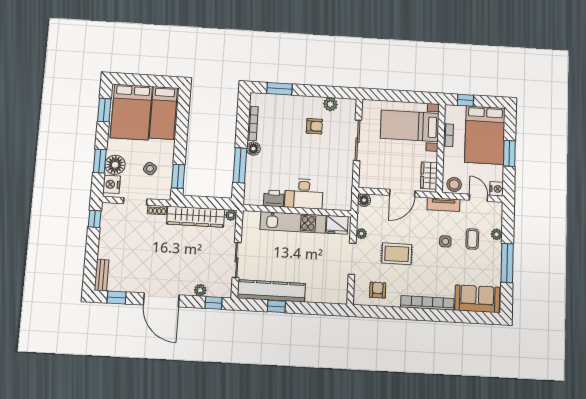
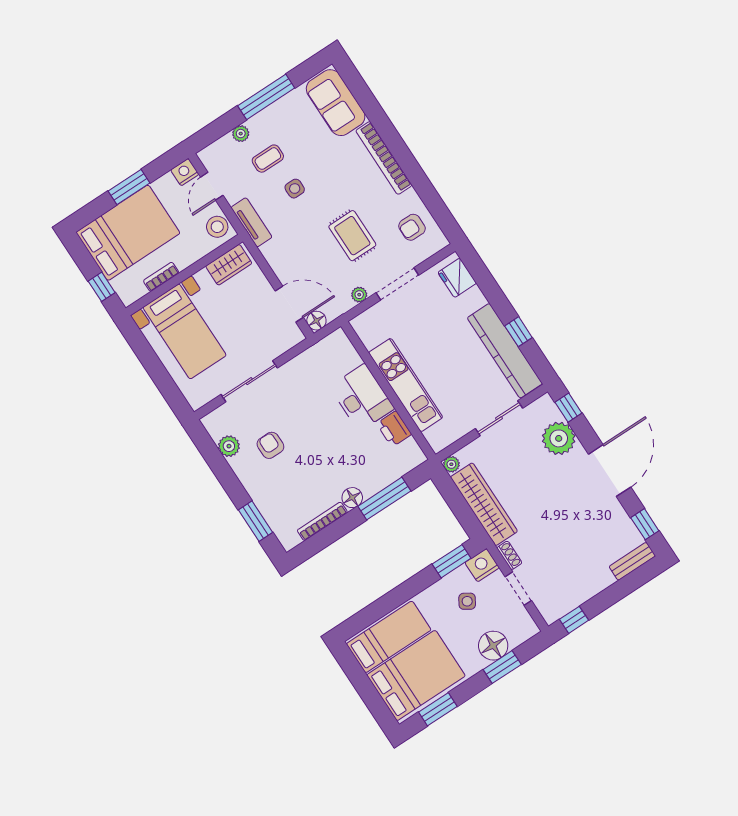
nightstand: (112, 184) -> (482, 565), moved, turned 180
door: (402, 193) -> (289, 304), moved
fridge: (337, 225) -> (457, 278), moved, turned 180
plant: (200, 290) -> (559, 438), width x1.88, depth x1.88

